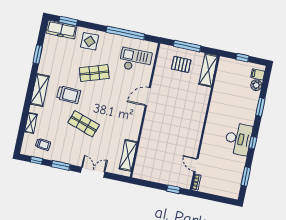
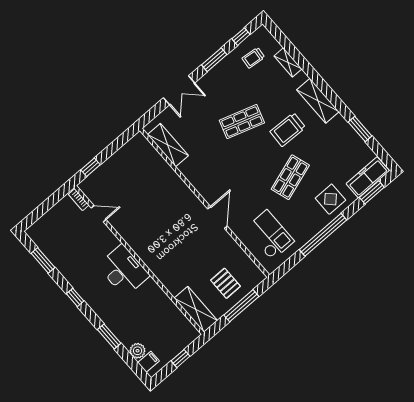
window: (125, 33) -> (323, 235), moved
checkout: (136, 60) -> (269, 235), turned -90
pallet: (181, 64) -> (226, 283), turned 90
desk: (238, 139) -> (123, 271), moved, turned 180

